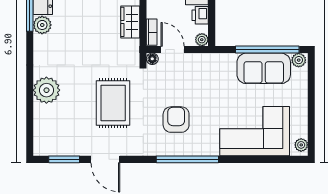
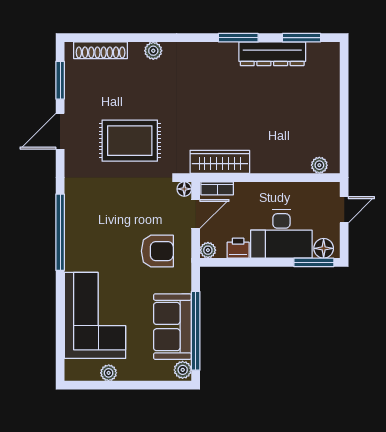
wardrobe: (130, 22) -> (220, 162), width x1.50
plant: (42, 25) -> (226, 53), removed
plant: (46, 90) -> (153, 51), width x0.53, depth x0.53
armchair: (176, 120) -> (157, 251), moved
shoe rack: (40, 127) -> (101, 50), added
plant: (301, 145) -> (109, 373), moved

